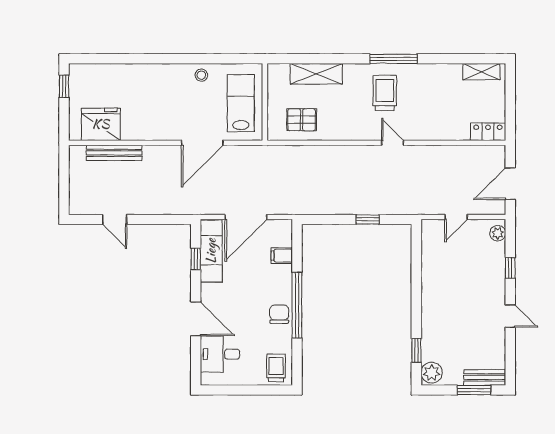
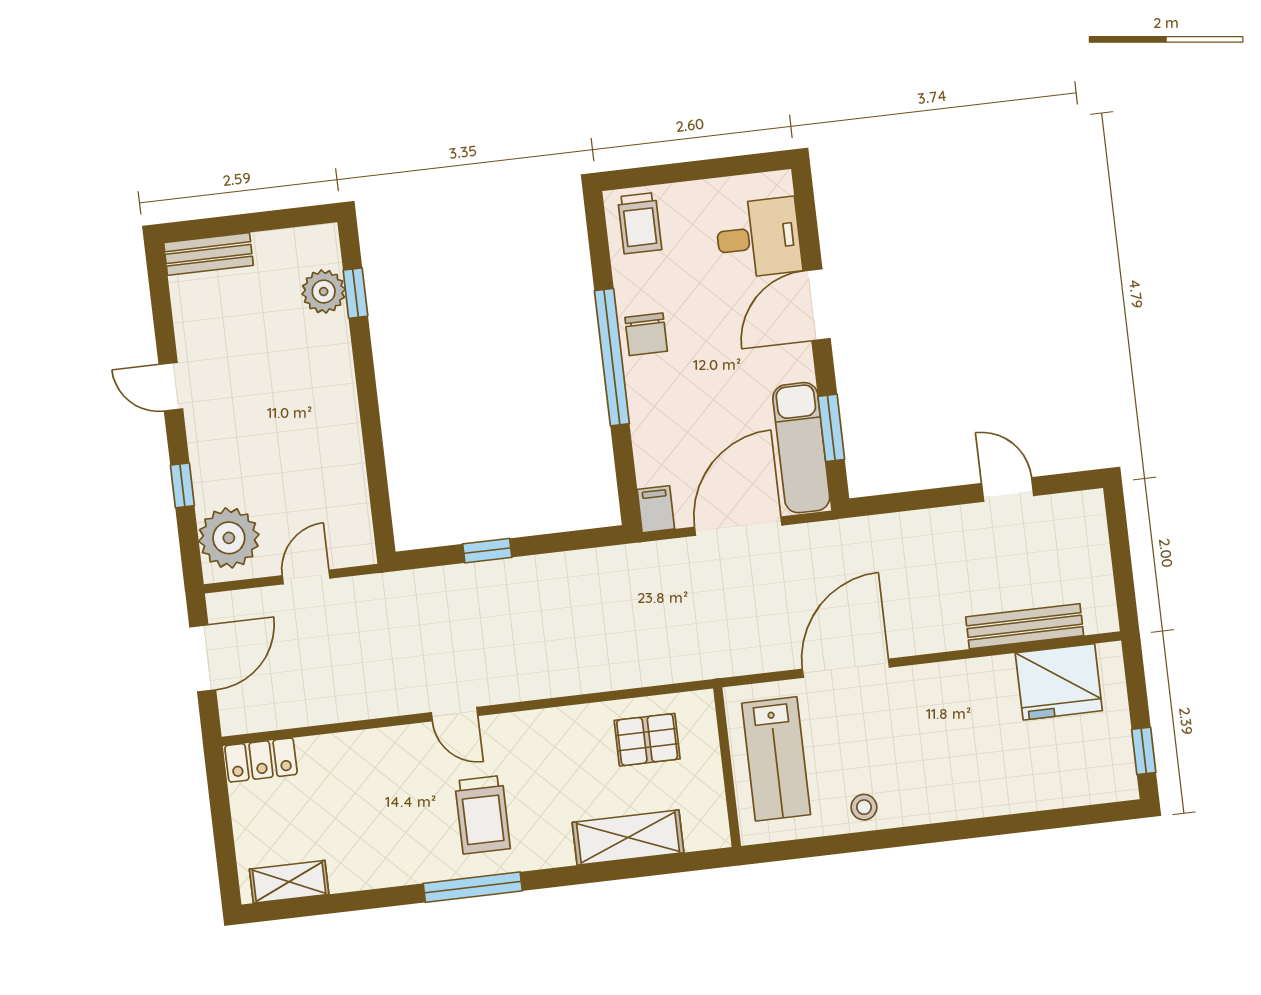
plant: (498, 233) -> (229, 538), width x1.88, depth x1.88
filing cabinet: (282, 256) -> (656, 509), moved, turned -90
window: (196, 259) -> (831, 428), width x1.50
door: (196, 319) -> (817, 305), hinge flipped
plant: (432, 373) -> (324, 292), moved
window: (474, 390) -> (227, 225), removed

